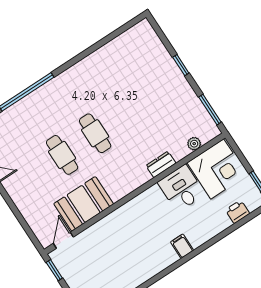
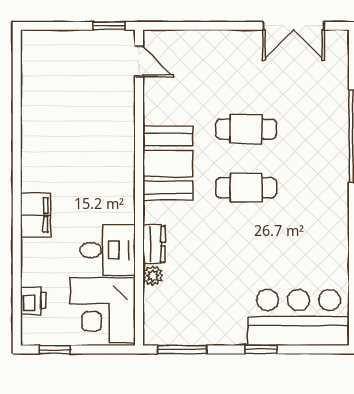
bar counter: (149, 56) -> (299, 317), added
plant: (194, 144) -> (153, 276), moved
booth: (84, 204) -> (168, 163), moved
filing cabinet: (182, 246) -> (35, 215), width x2.00

